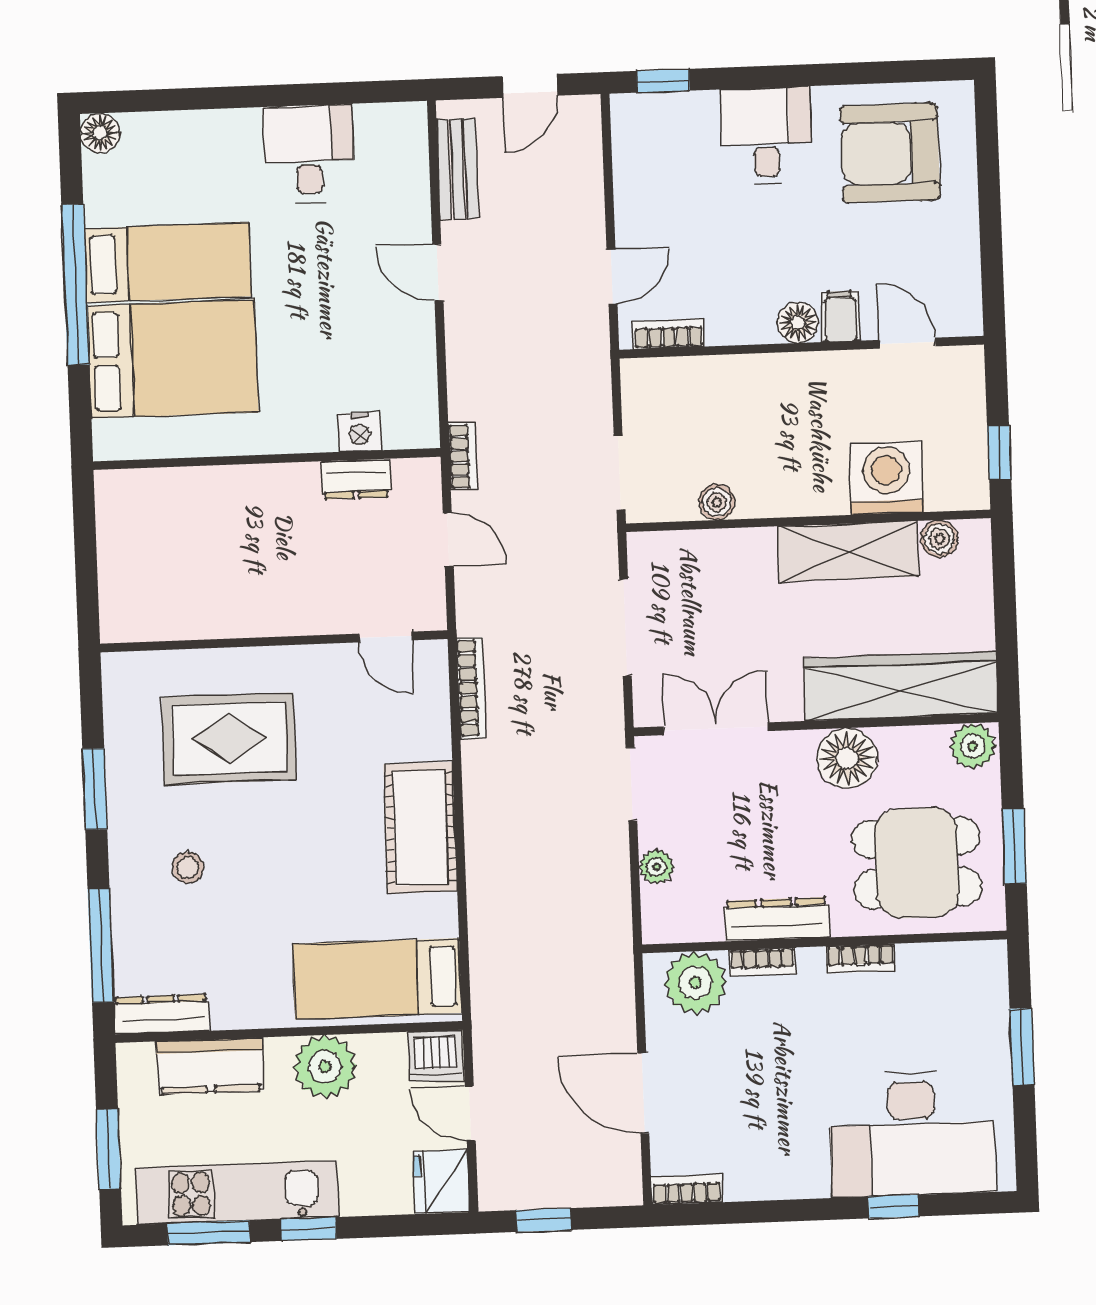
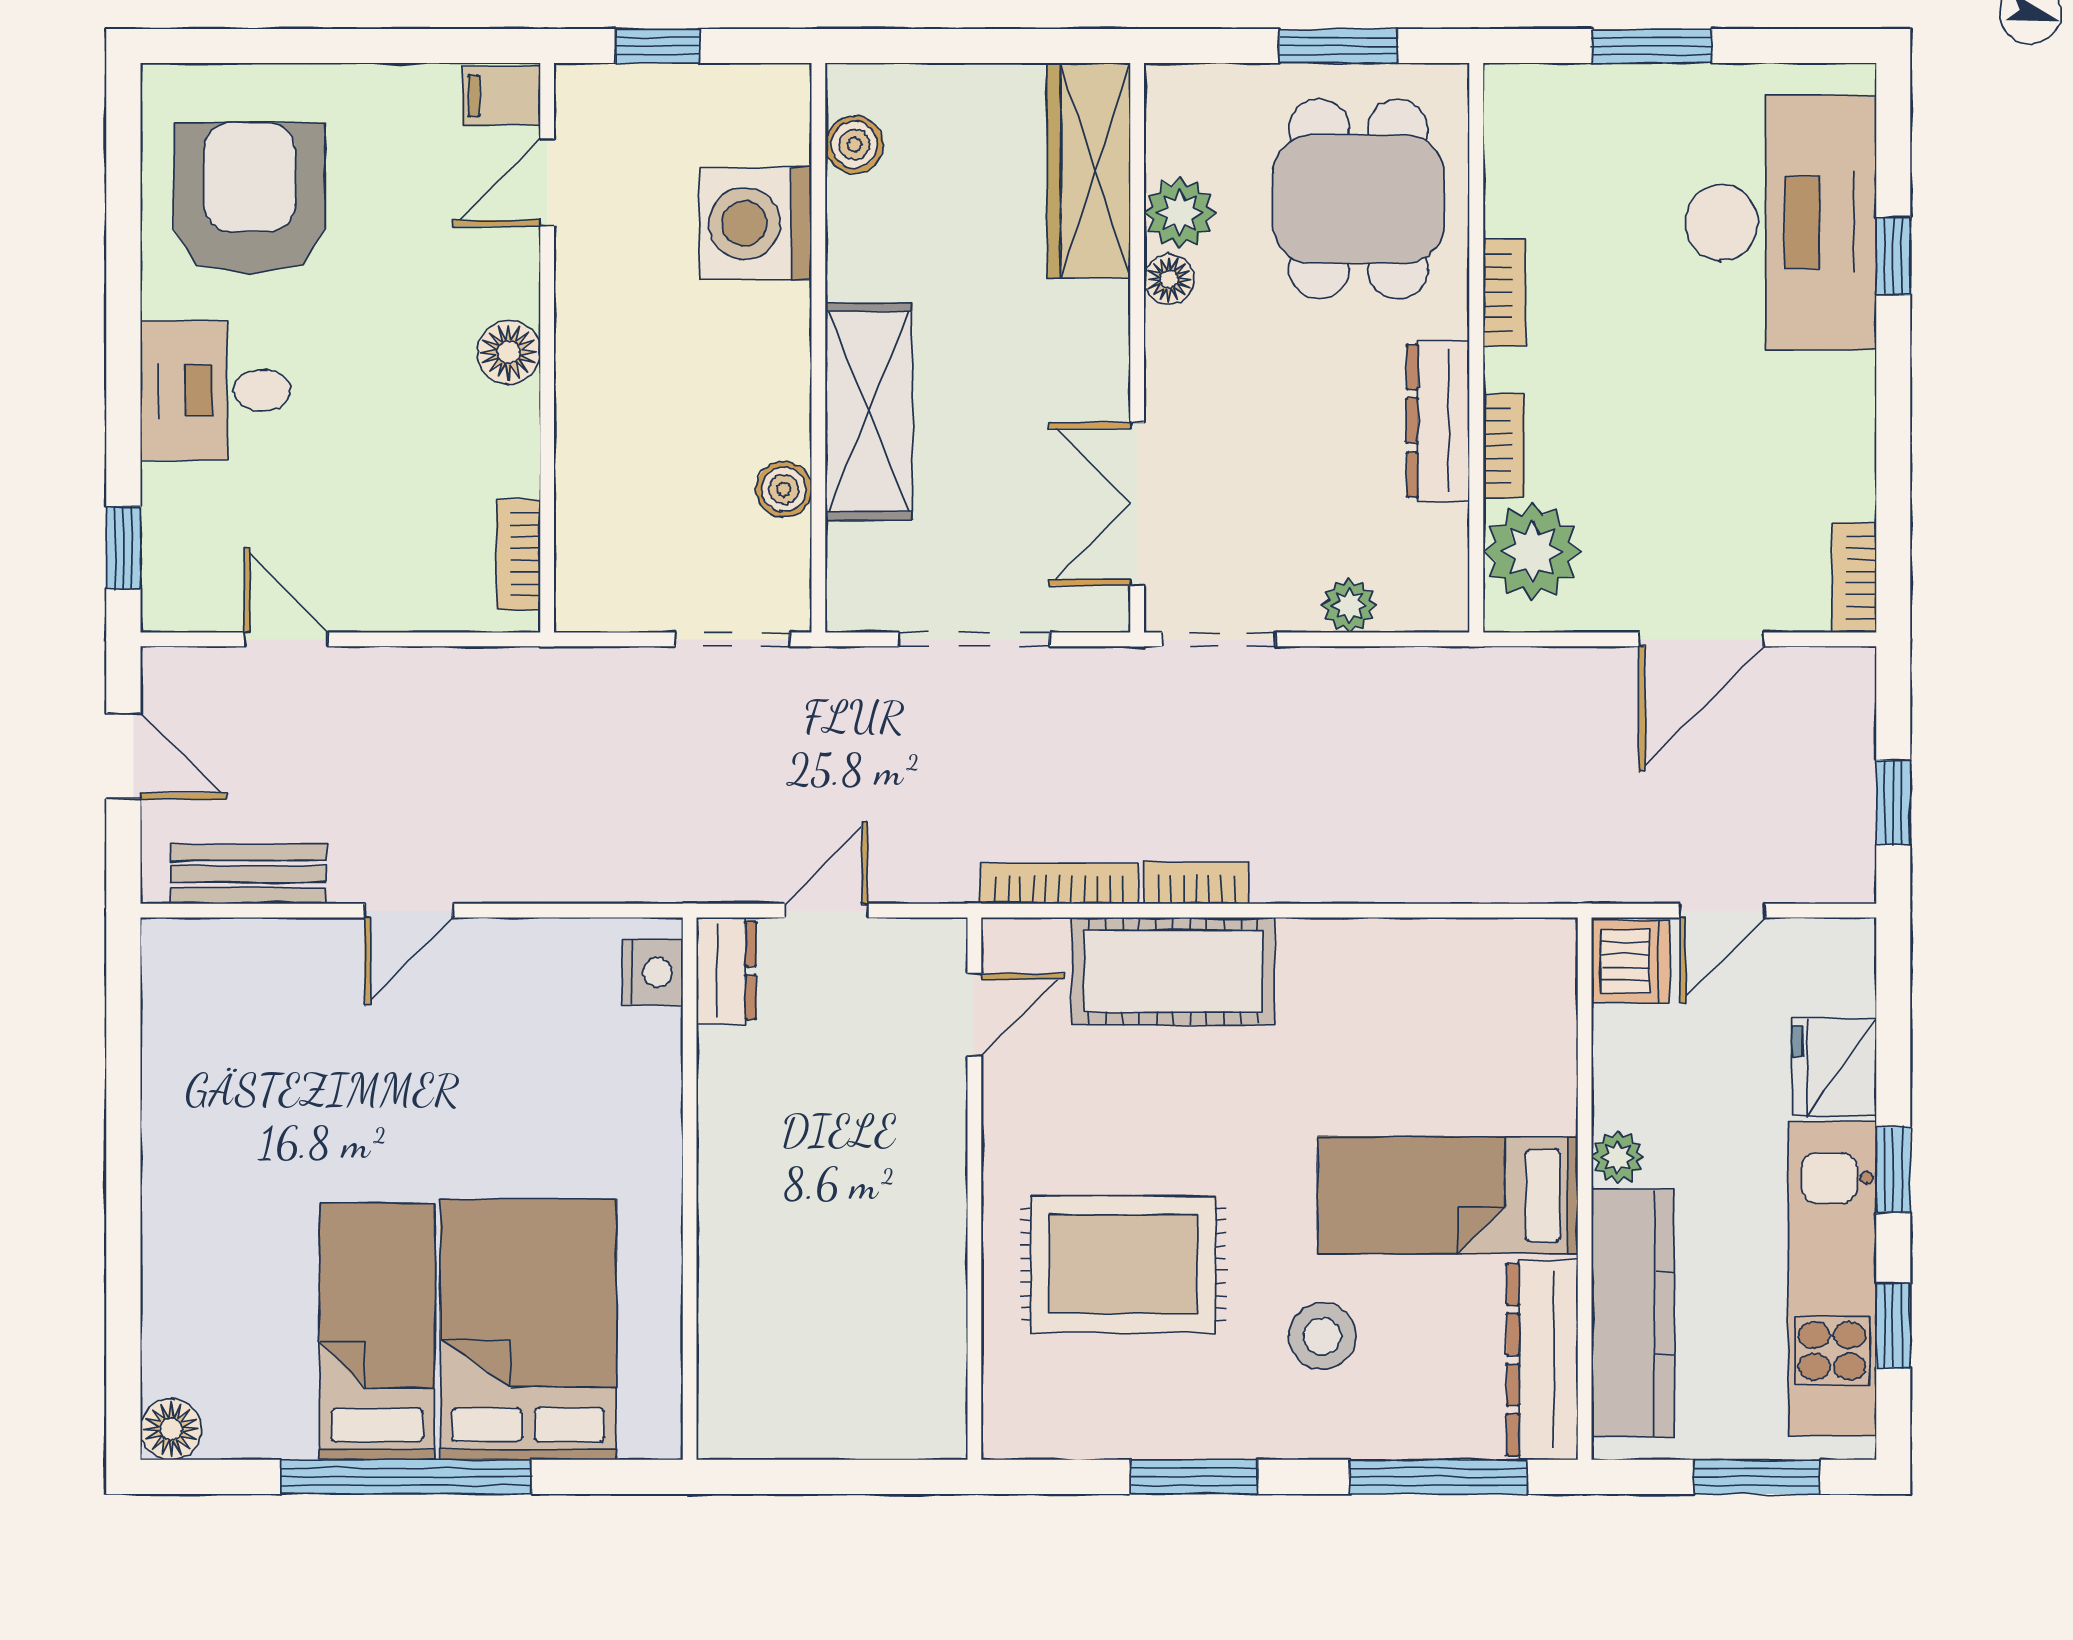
desk: (309, 153) -> (215, 1105), removed
armchair: (890, 153) -> (250, 198), turned 180
door: (612, 277) -> (286, 639), moved
filing cabinet: (840, 316) -> (501, 96), moved
nightstand: (360, 432) -> (653, 972), moved
window: (999, 452) -> (658, 46), moved
bookcase: (463, 456) -> (1196, 883), moved
dresser: (356, 479) -> (726, 971), moved
shelving: (848, 551) -> (869, 412), moved
wardrobe: (901, 686) -> (1089, 170), width x0.71, depth x0.85
rug: (229, 738) -> (1123, 1264), turned 90
plant: (973, 746) -> (1180, 213), moved
floor lamp: (847, 758) -> (1169, 279), width x0.53, depth x0.53
cot: (420, 828) -> (1173, 971), moved
stool: (188, 868) -> (1322, 1336), width x1.37, depth x1.37
bed: (377, 979) -> (1448, 1195), moved, turned 90
dresser: (161, 1014) -> (1542, 1360), width x1.37, depth x1.24
kitchen counter: (210, 1066) -> (1633, 1313), width x1.50
plant: (325, 1067) -> (1618, 1157), width x0.53, depth x0.53
fridge: (441, 1182) -> (1834, 1067), moved, turned 90
window: (209, 1233) -> (1893, 1326), width x0.67

